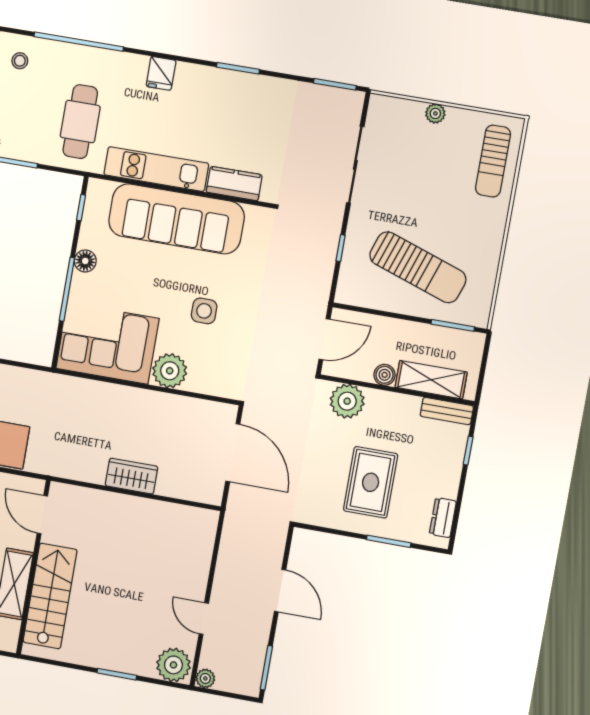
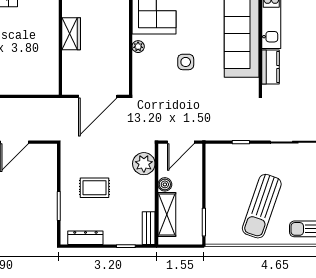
sun lounger: (418, 267) -> (262, 206), moved
door: (324, 339) -> (181, 142), hinge flipped
plant: (170, 371) -> (138, 47), width x0.53, depth x0.53
rug: (371, 482) -> (95, 188), width x0.73, depth x0.70
dresser: (443, 518) -> (85, 238), width x1.44

